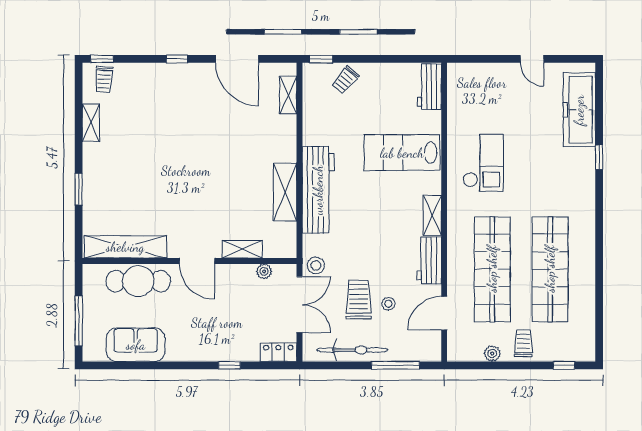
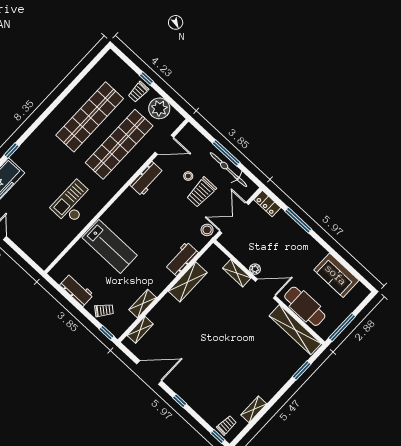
door: (237, 59) -> (149, 372), hinge flipped
workbench: (429, 87) -> (77, 290), moved, turned -90
window: (79, 189) -> (302, 370), moved
workbench: (318, 190) -> (182, 259), width x0.53, depth x0.76
shelving: (432, 215) -> (143, 304), moved
door: (197, 261) -> (265, 289), hinge flipped
plant: (264, 271) -> (255, 269), moved
window: (79, 321) -> (342, 327), moved
plant: (492, 353) -> (159, 108), width x1.88, depth x1.88
window: (229, 365) -> (298, 220), width x2.17
window: (395, 365) -> (226, 153), moved
window: (564, 365) -> (146, 78), moved

